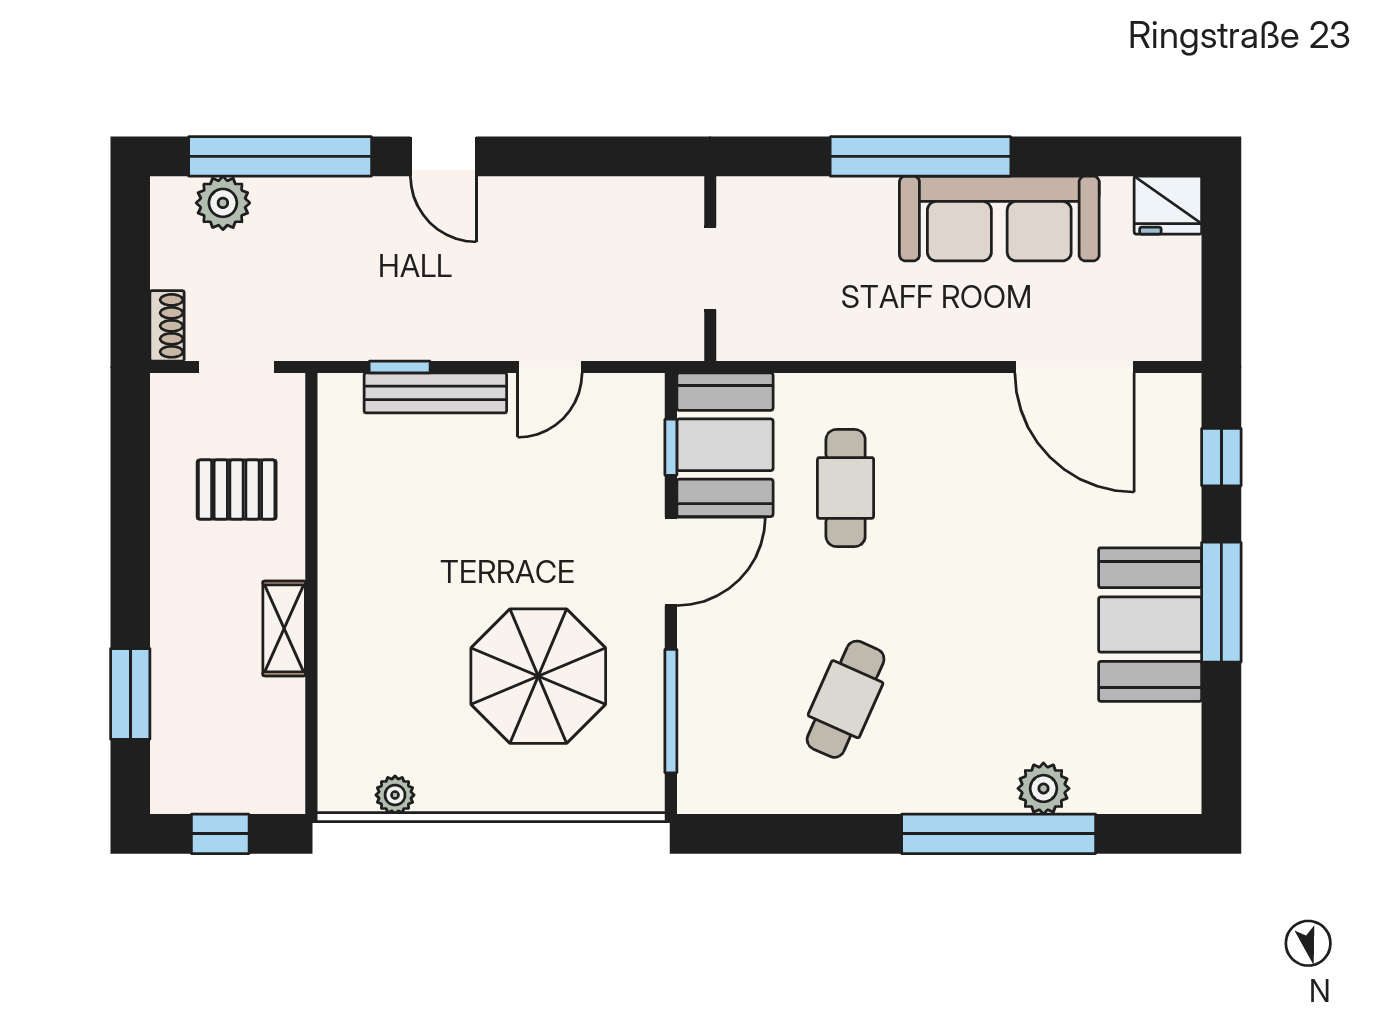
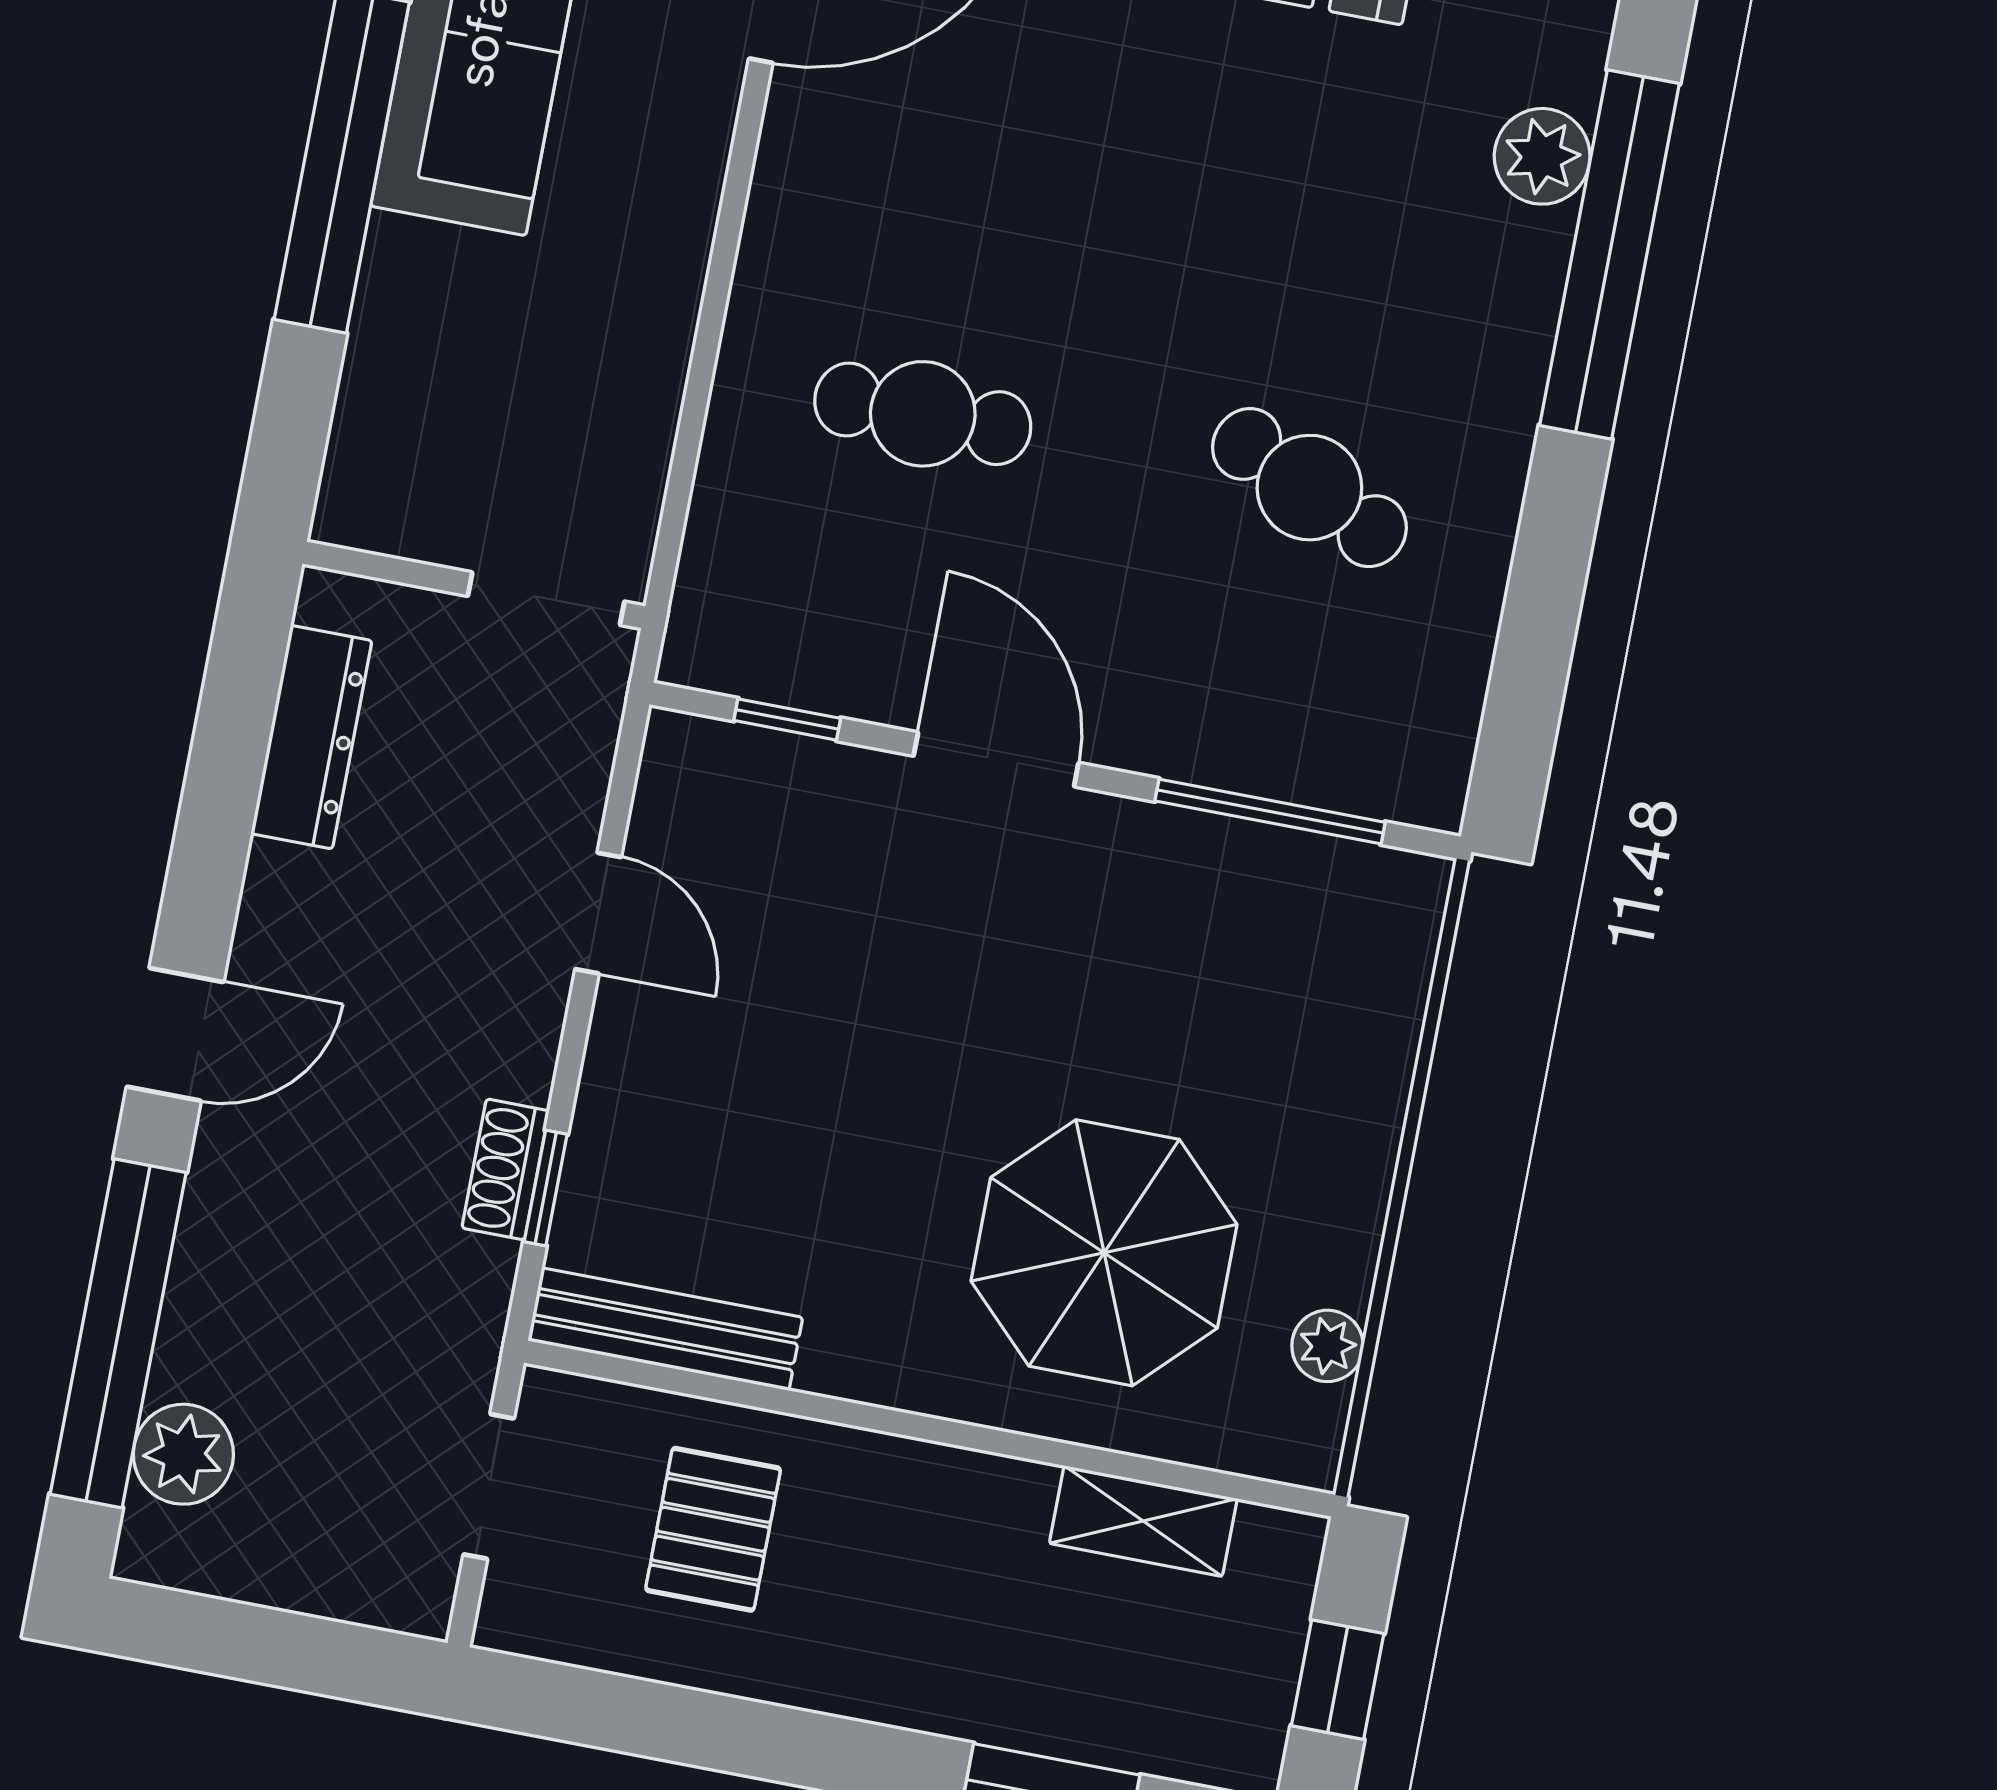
dresser: (614, 198) -> (311, 737), added
doorway: (710, 269) -> (546, 599), moved
shoe rack: (167, 326) -> (505, 1169), moved, turned -90
bench: (435, 393) -> (665, 1329), moved, turned 90
booth: (725, 445) -> (801, 620), removed
shelving: (284, 628) -> (1143, 1521), moved
parasol: (538, 676) -> (1104, 1253), moved

